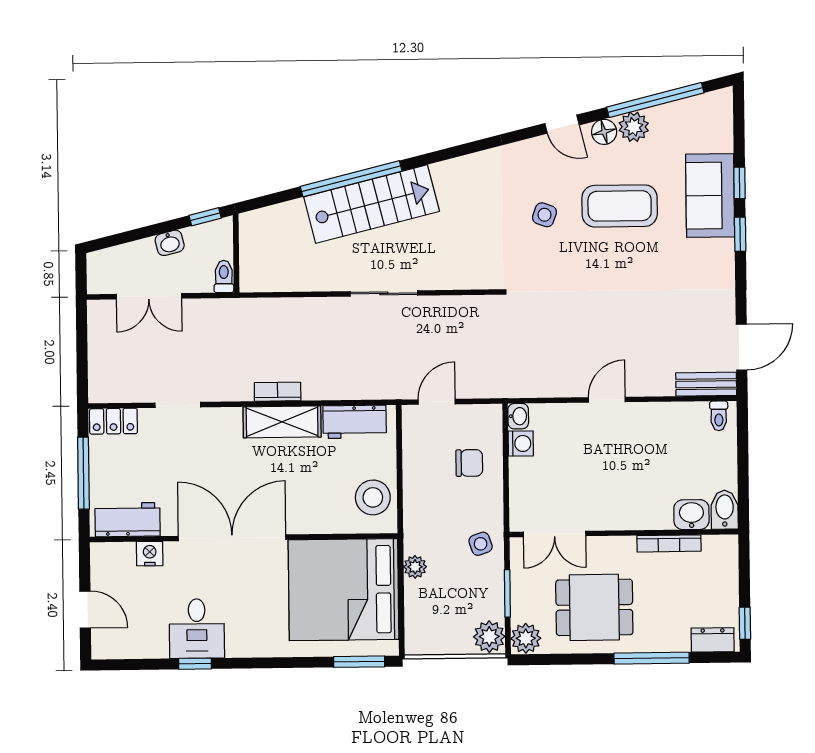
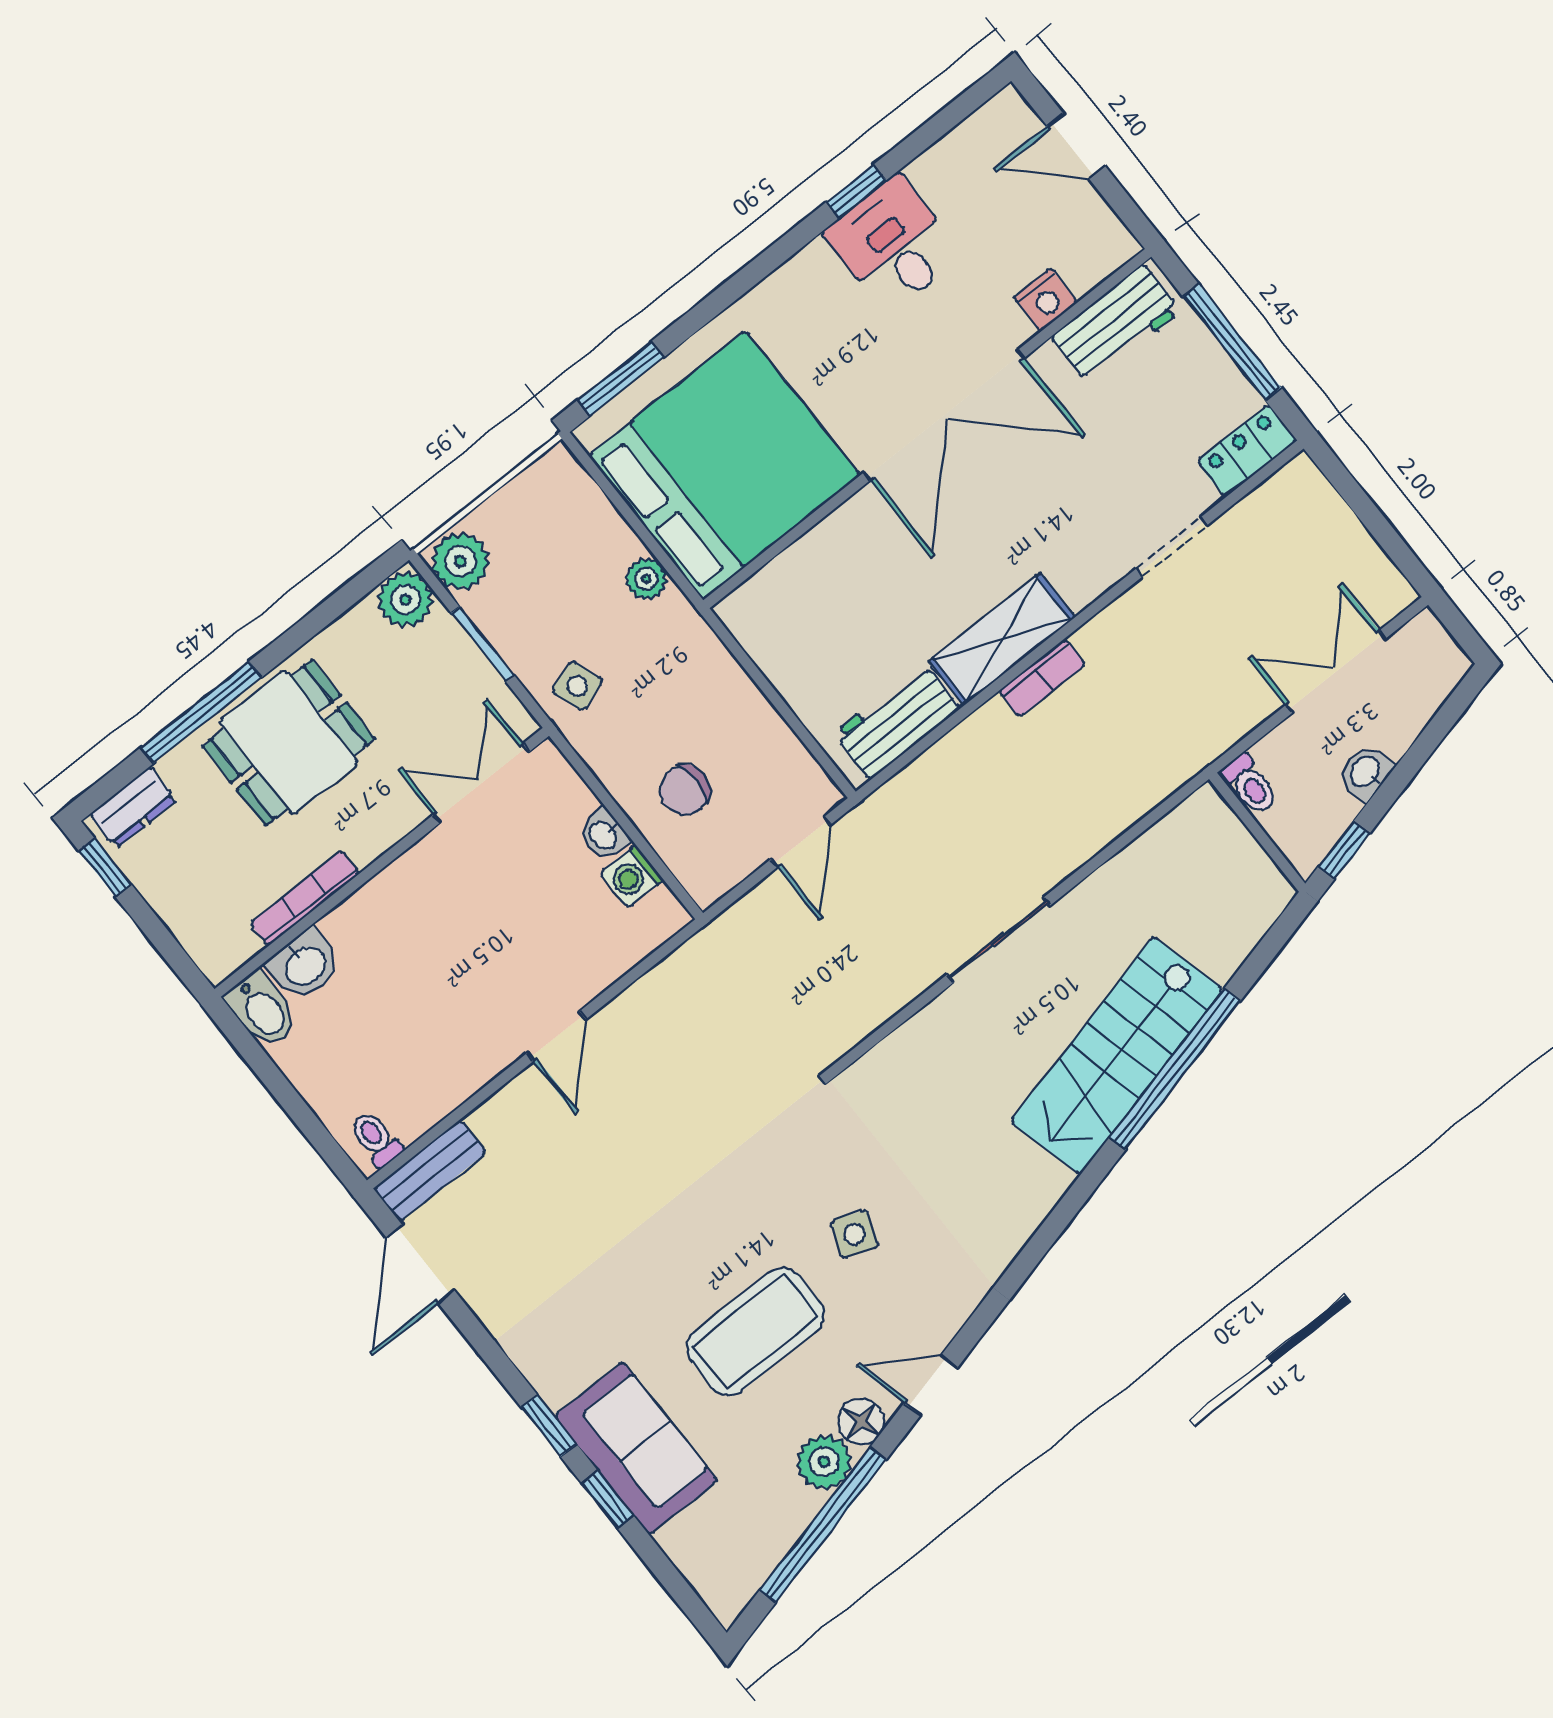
washbasin: (518, 416) -> (604, 835), moved
stool: (373, 497) -> (785, 632), removed
dining table: (594, 607) -> (289, 743), moved

